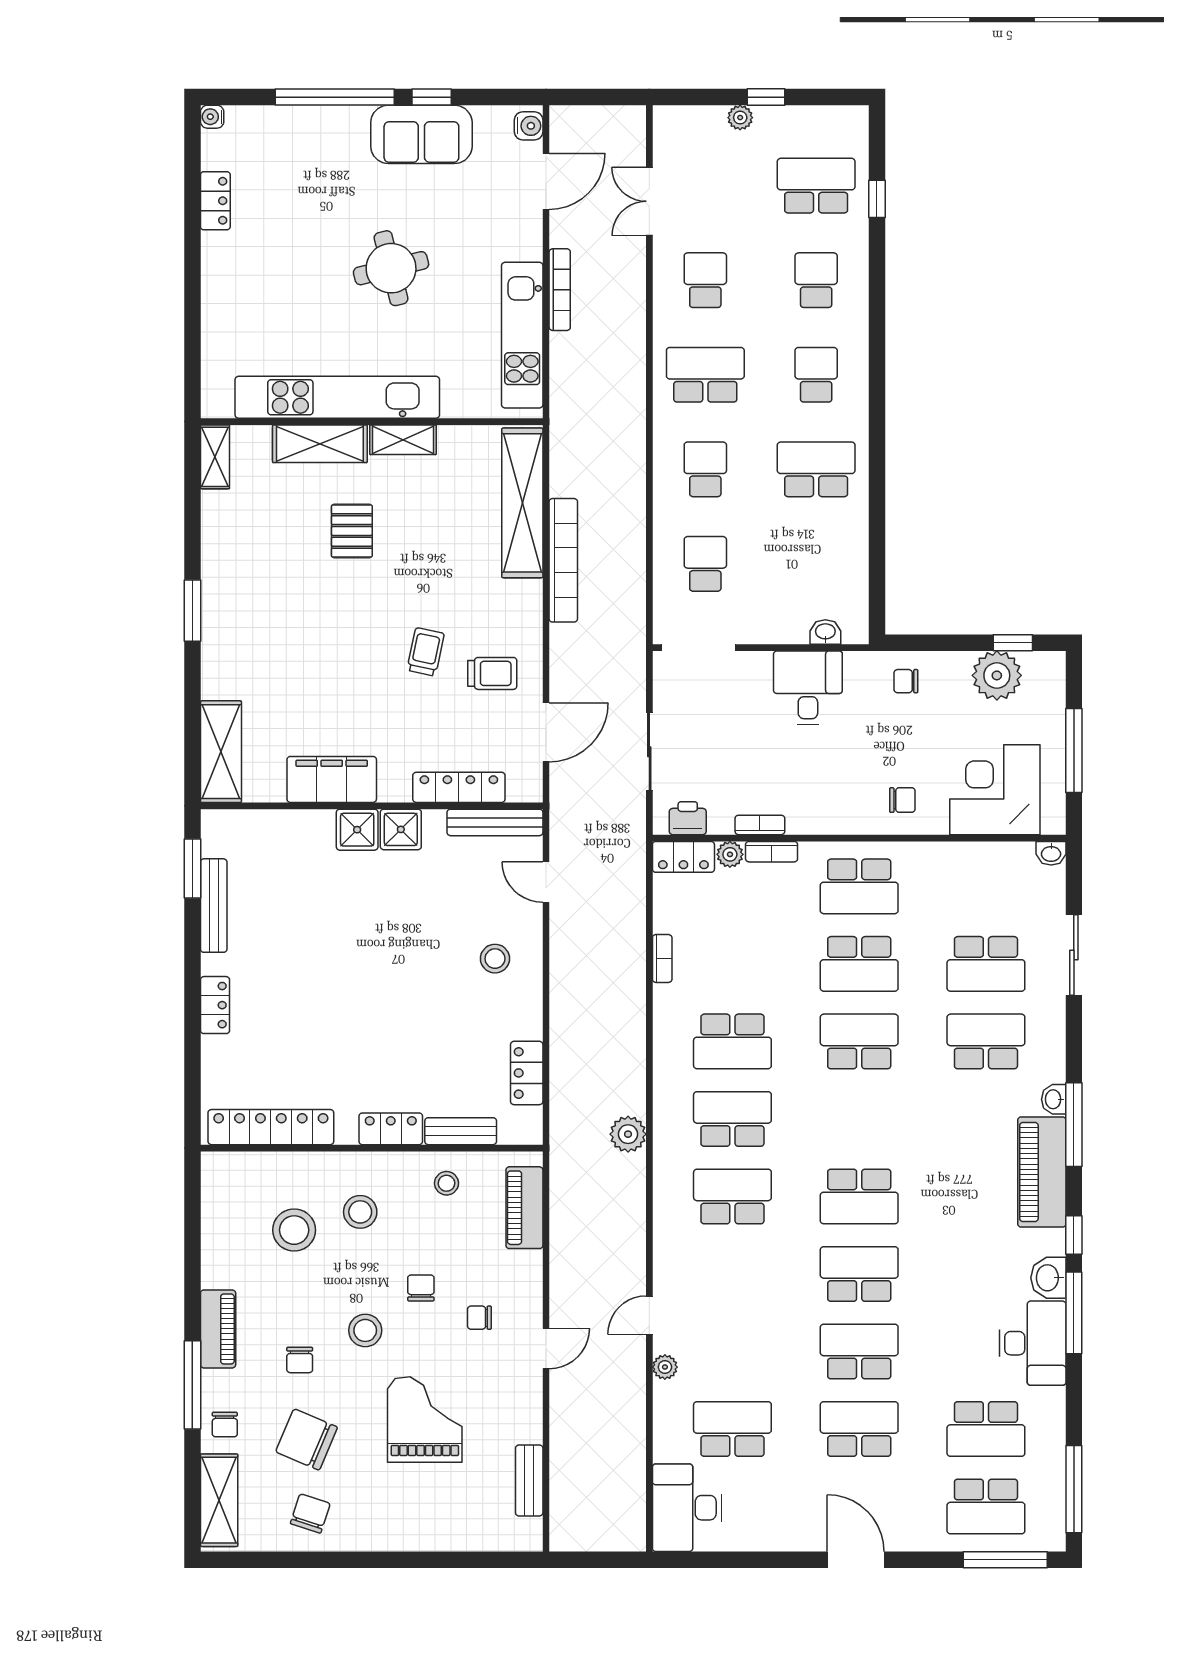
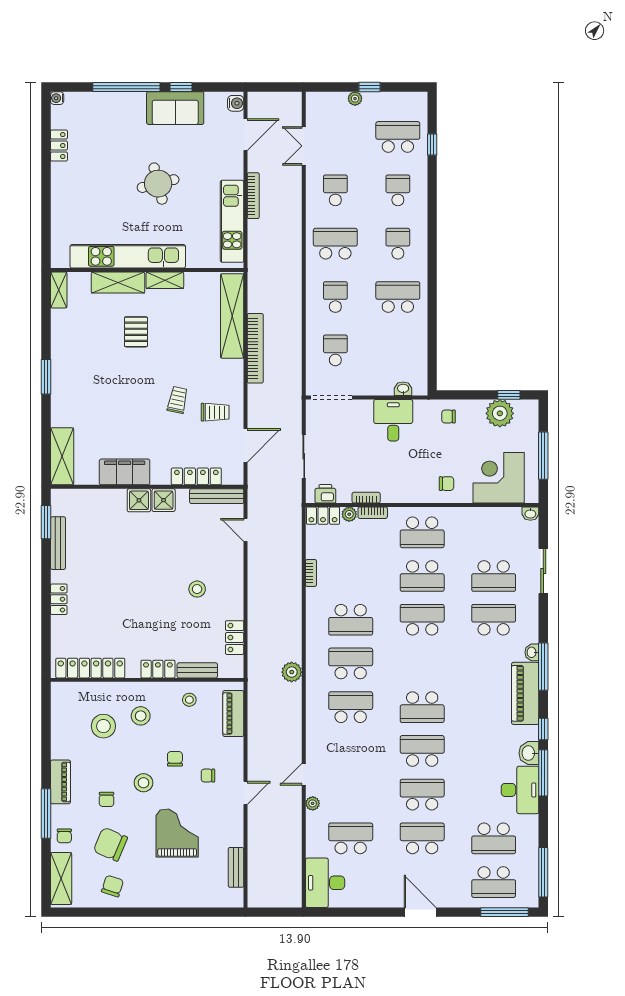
stool: (495, 959) -> (197, 589), moved

